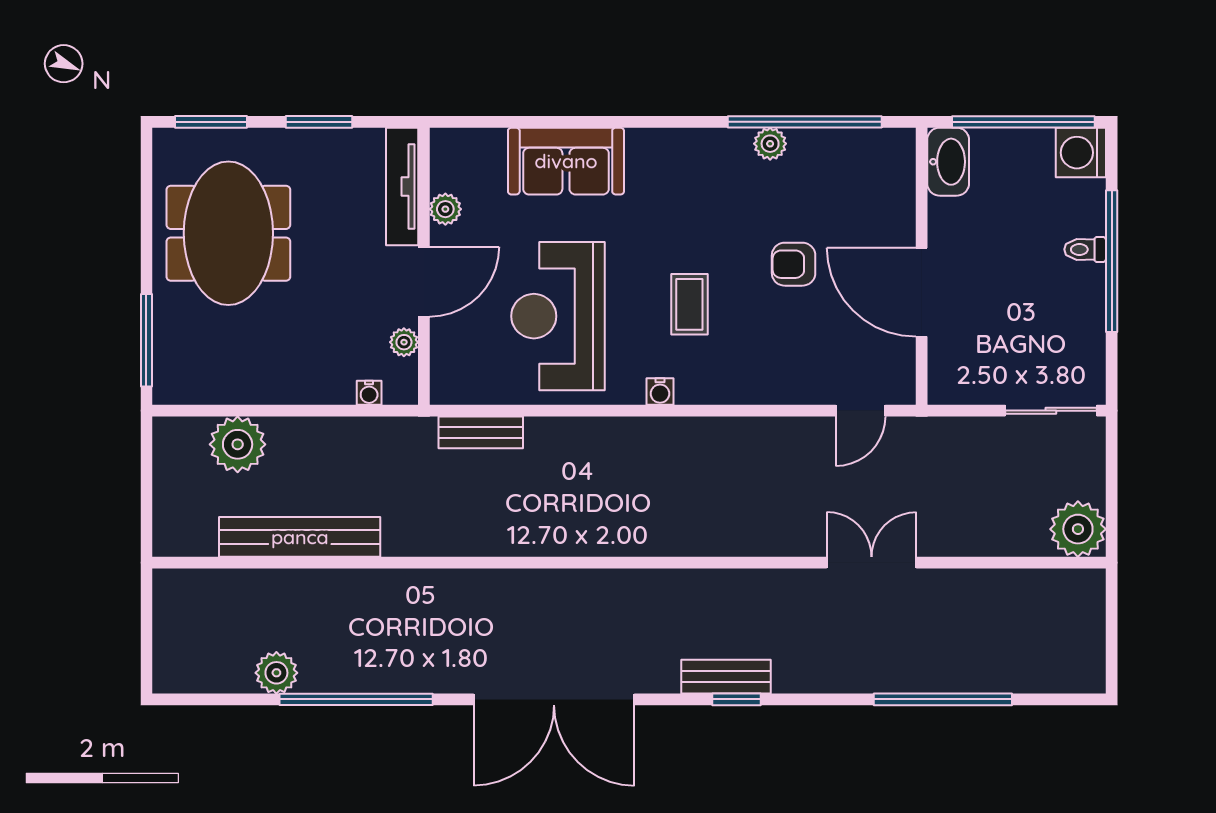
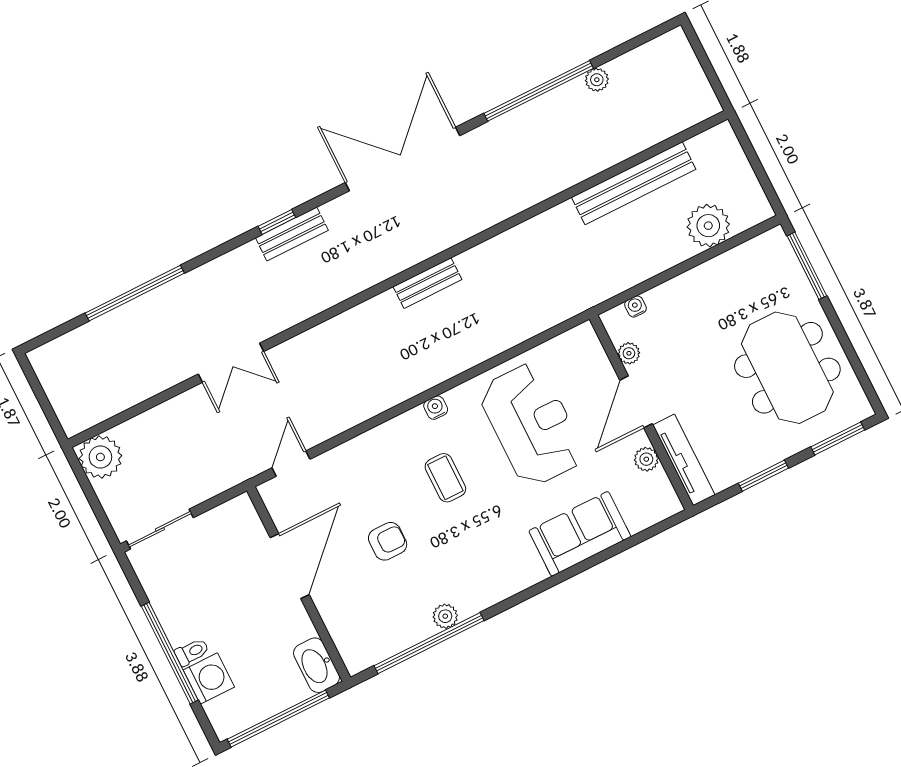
washing machine: (1081, 153) -> (209, 679), moved
door: (922, 292) -> (290, 566), hinge flipped
bench: (481, 432) -> (427, 283), moved
plant: (276, 673) -> (597, 80), width x0.73, depth x0.73

